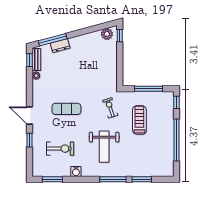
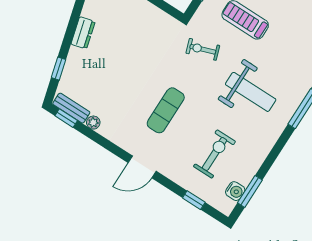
window: (52, 40) -> (58, 69), width x0.46
dresser: (60, 46) -> (83, 33), moved
window: (29, 140) -> (194, 200), moved
water cooler: (76, 172) -> (235, 191), moved

